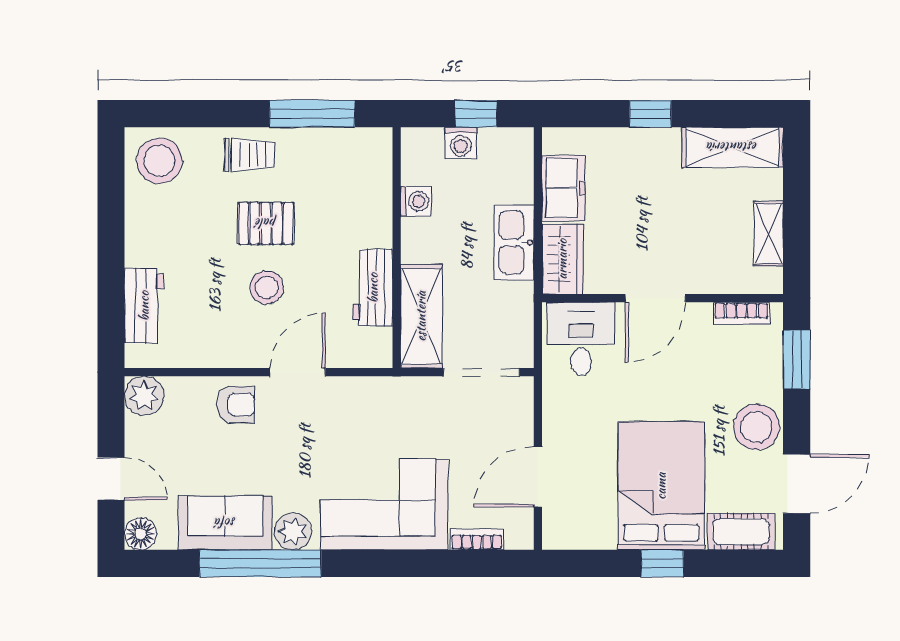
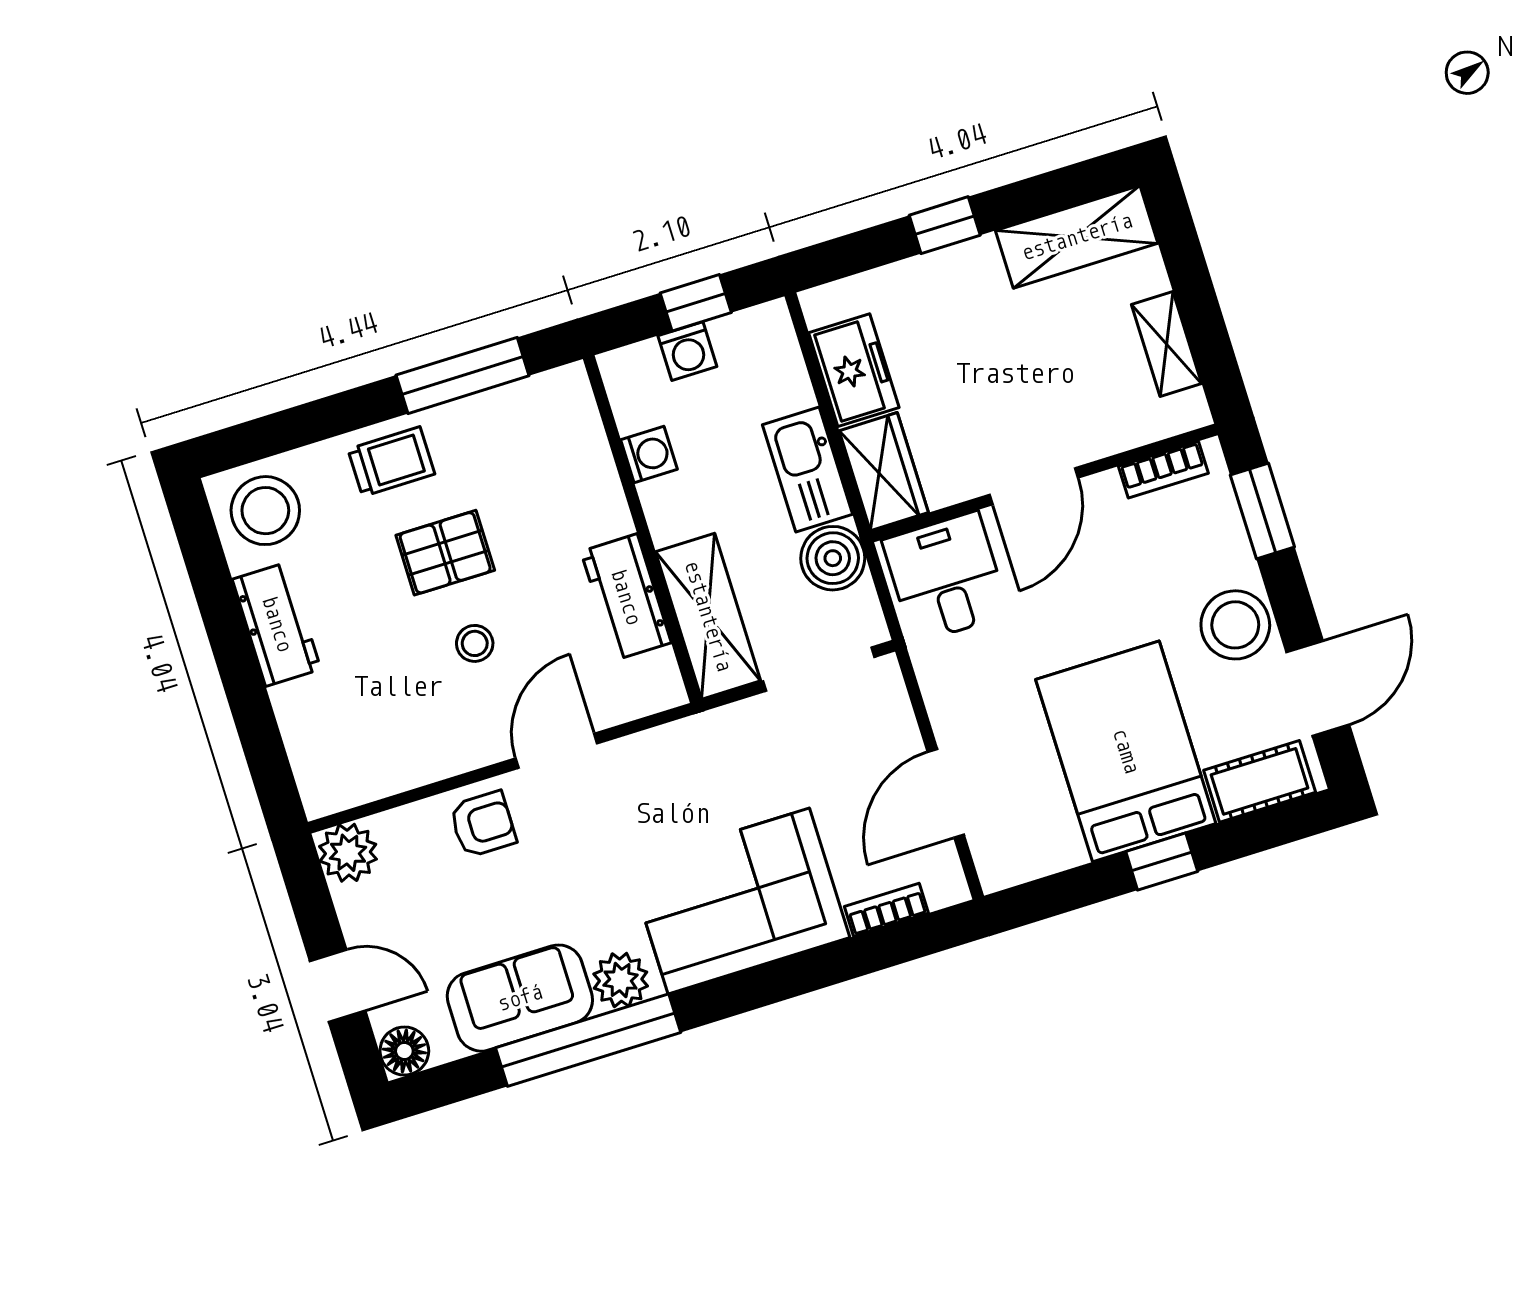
stool: (267, 287) -> (475, 643), width x0.73, depth x0.73
boiler: (513, 304) -> (833, 558), added
workbench: (144, 306) -> (277, 624), moved

